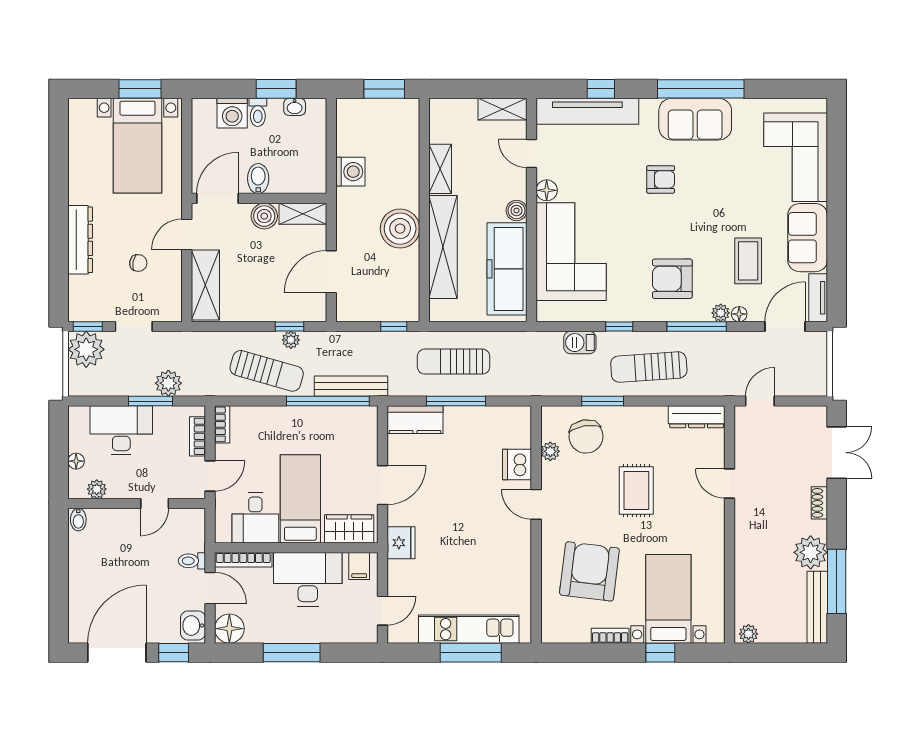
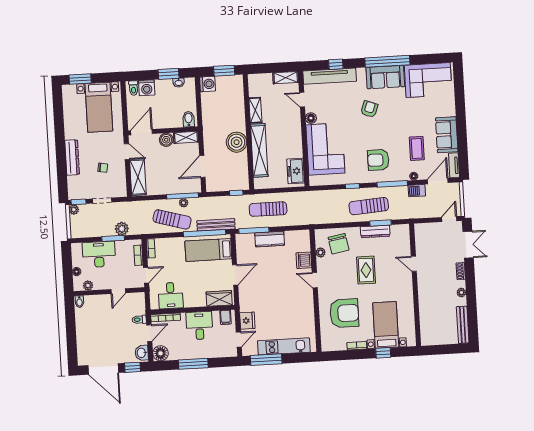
window: (140, 89) -> (80, 79), moved
toilet: (258, 112) -> (133, 88), moved
corner sofa: (796, 157) -> (428, 80), moved, turned -90
washing machine: (350, 172) -> (207, 84), moved
bidet: (258, 179) -> (189, 119), moved
armchair: (661, 179) -> (369, 109), turned -70
boiler: (516, 211) -> (296, 129), removed
door: (187, 234) -> (127, 152), swing flipped
freezer: (507, 269) -> (296, 171), width x0.52, depth x0.79
plant: (721, 313) -> (404, 176), removed
window: (290, 326) -> (183, 196), width x2.17
barbecue: (580, 343) -> (417, 191), moved
plant: (86, 349) -> (74, 210), width x0.53, depth x0.53
window: (456, 401) -> (254, 230), moved
window: (603, 401) -> (380, 223), moved
door: (760, 401) -> (449, 219), moved
dresser: (697, 417) -> (375, 231), moved
kitchen counter: (415, 420) -> (270, 239), moved
bed: (300, 499) -> (208, 250), moved, turned -90
fridge: (401, 543) -> (247, 321), moved
plant: (811, 552) -> (461, 293), width x0.53, depth x0.53
armchair: (589, 571) -> (344, 313), turned 83
desk: (308, 579) -> (199, 326), width x0.73
window: (837, 581) -> (472, 311), removed
door: (210, 588) -> (149, 333), hinge flipped
plant: (748, 634) -> (428, 341), removed
door: (117, 653) -> (103, 369), swing flipped
window: (471, 653) -> (266, 360), moved

